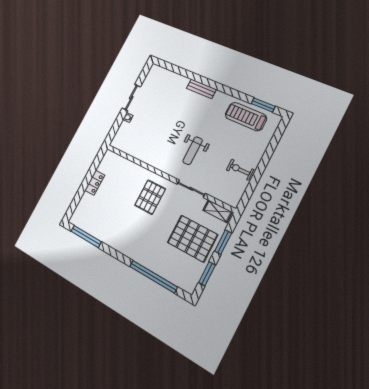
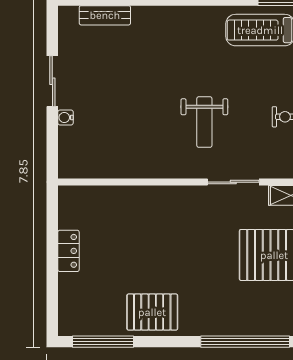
bench: (201, 89) -> (105, 15), moved
pallet: (150, 197) -> (152, 312), moved, turned 90

